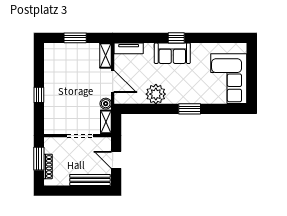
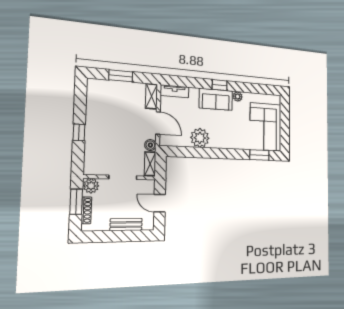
plant: (196, 48) -> (238, 96), added
window: (190, 109) -> (259, 155), moved
plant: (51, 144) -> (91, 186), added
bench: (90, 180) -> (126, 225), width x0.73

